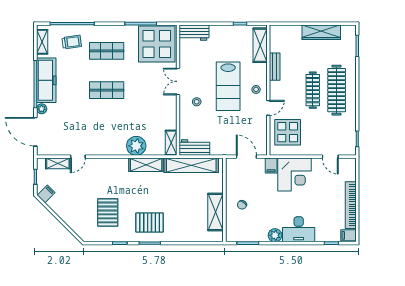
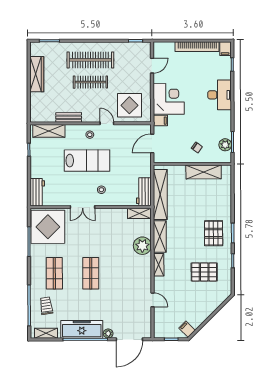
shelving: (58, 163) -> (159, 265), moved
plant: (275, 235) -> (225, 145), moved

